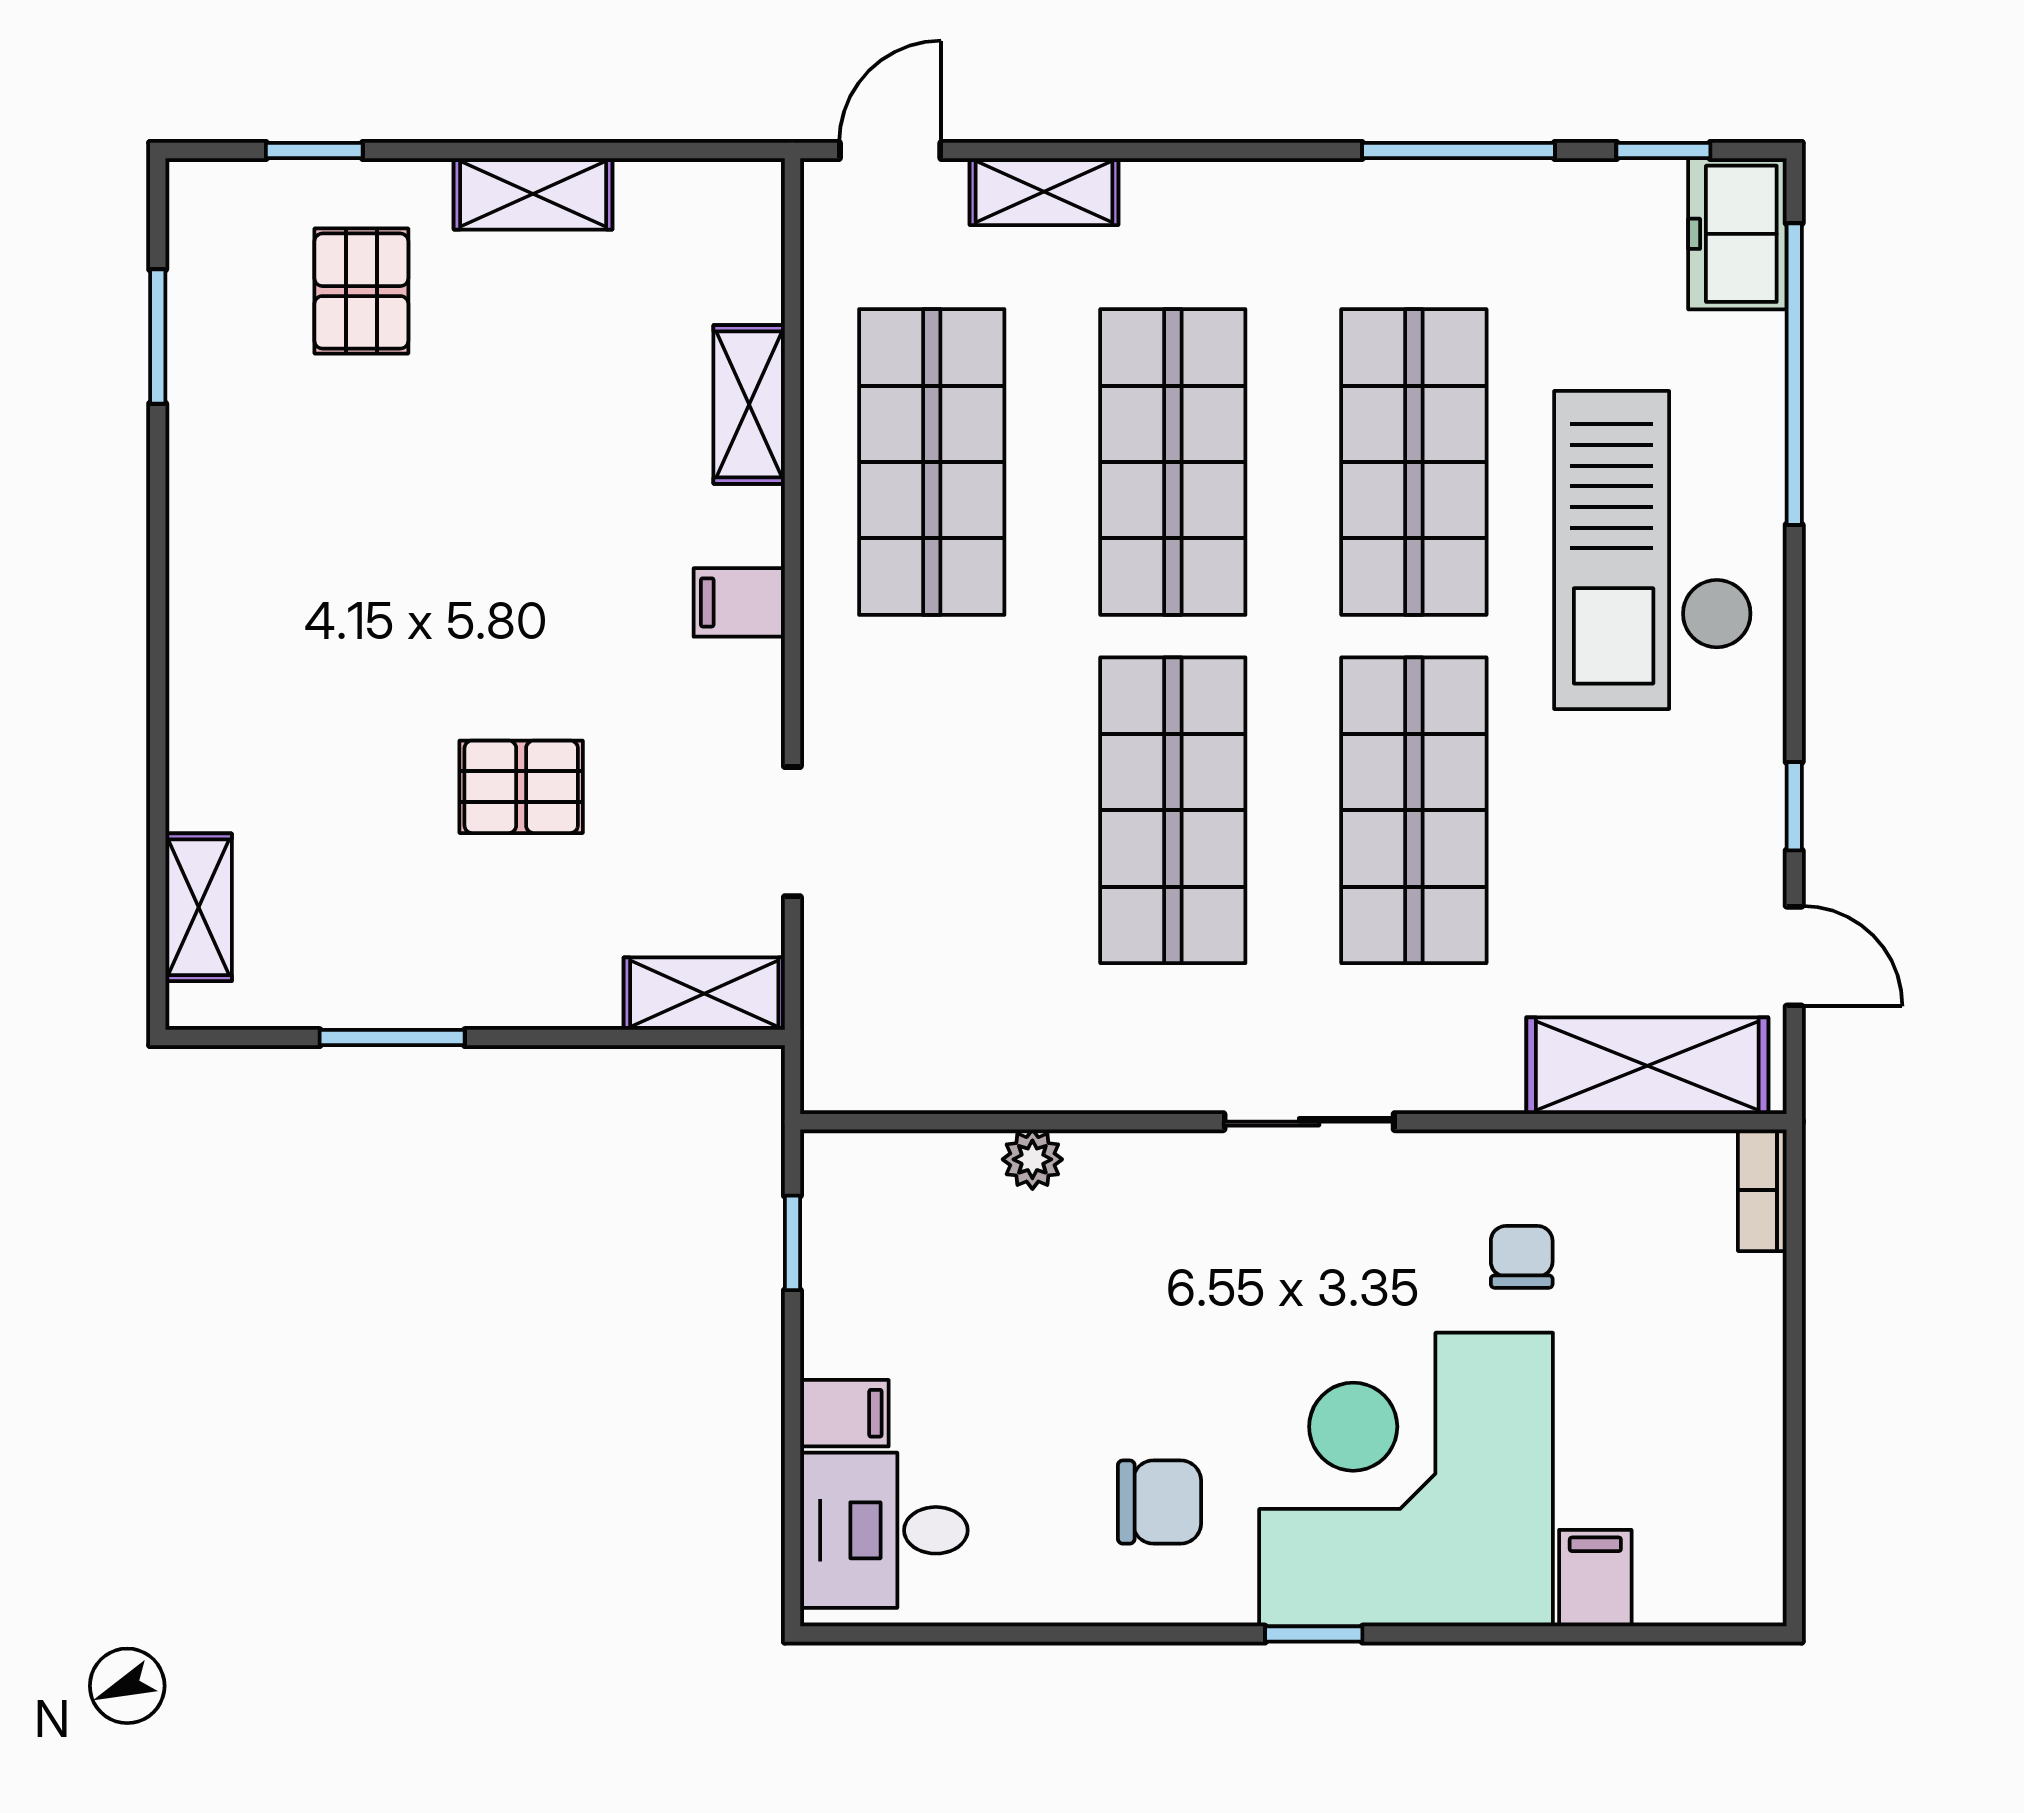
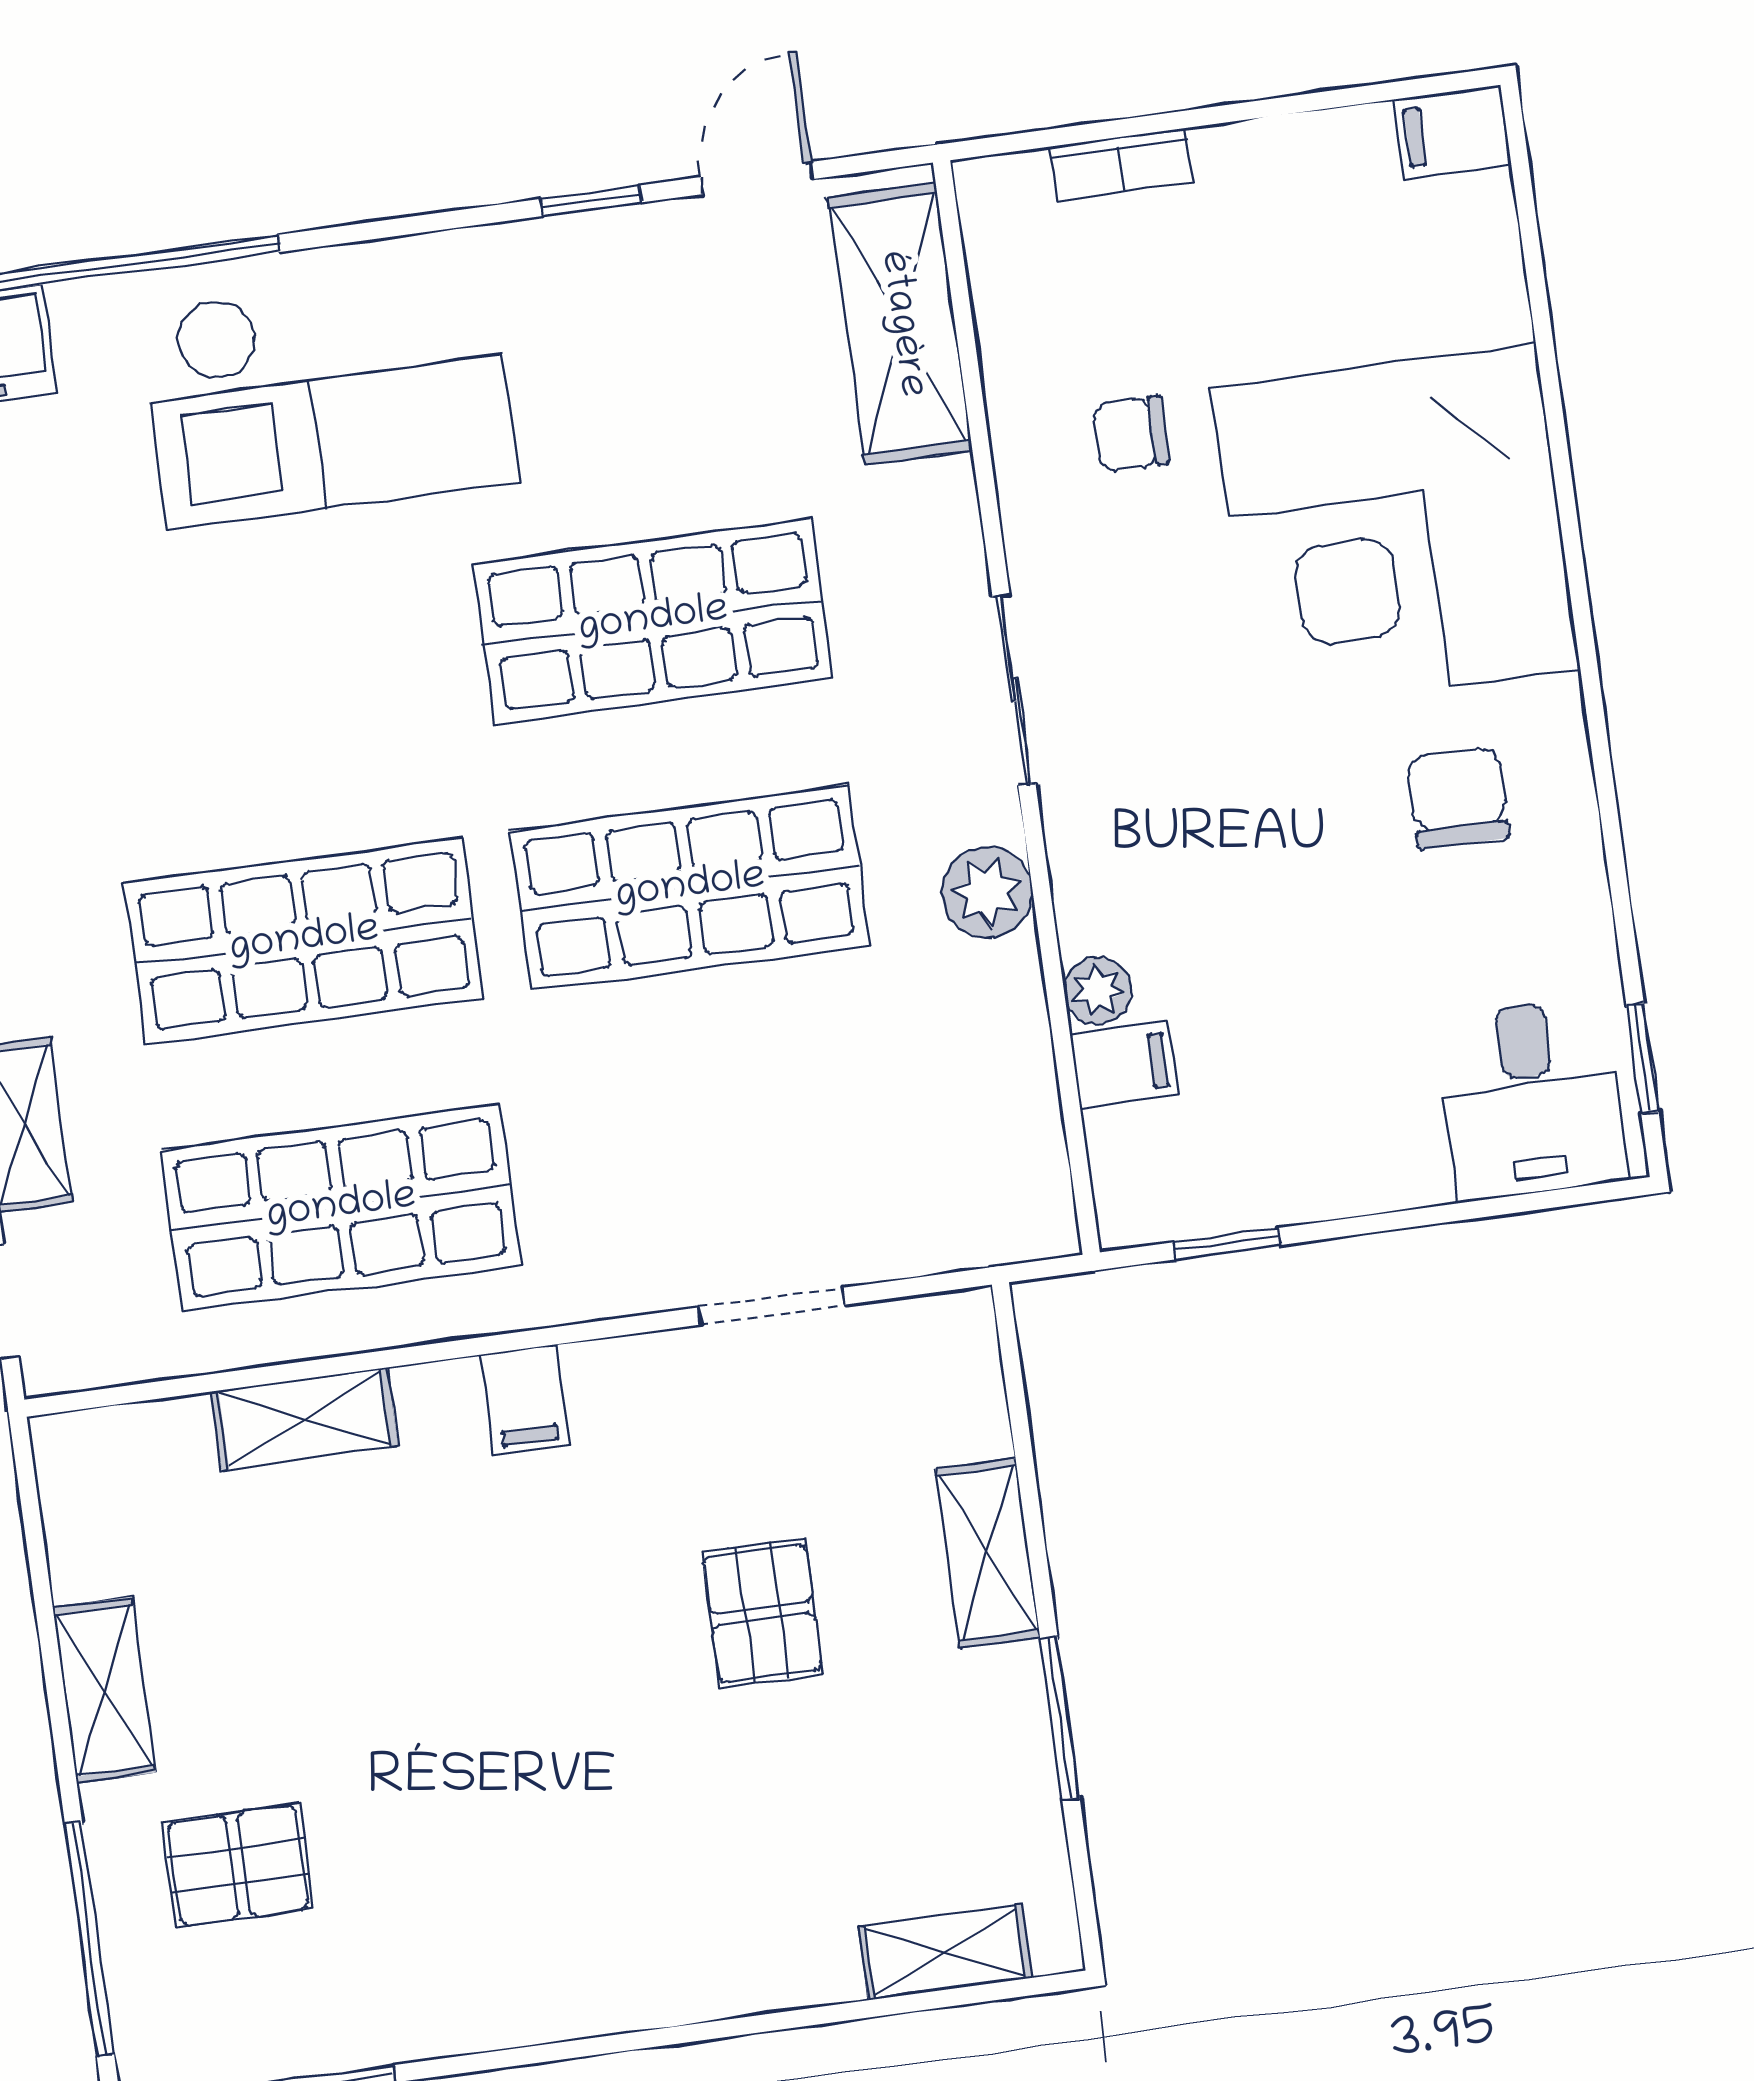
window: (314, 151) -> (89, 1939), width x2.17
shop shelf: (1414, 462) -> (268, 674), removed
shelving: (704, 994) -> (988, 1553), moved
plant: (1133, 1073) -> (987, 892), added
bookcase: (1762, 1190) -> (1121, 164), moved
filing cabinet: (844, 1413) -> (1124, 1065), moved, turned 90
filing cabinet: (1595, 1578) -> (1452, 132), moved
window: (1314, 1634) -> (1642, 1058), moved

